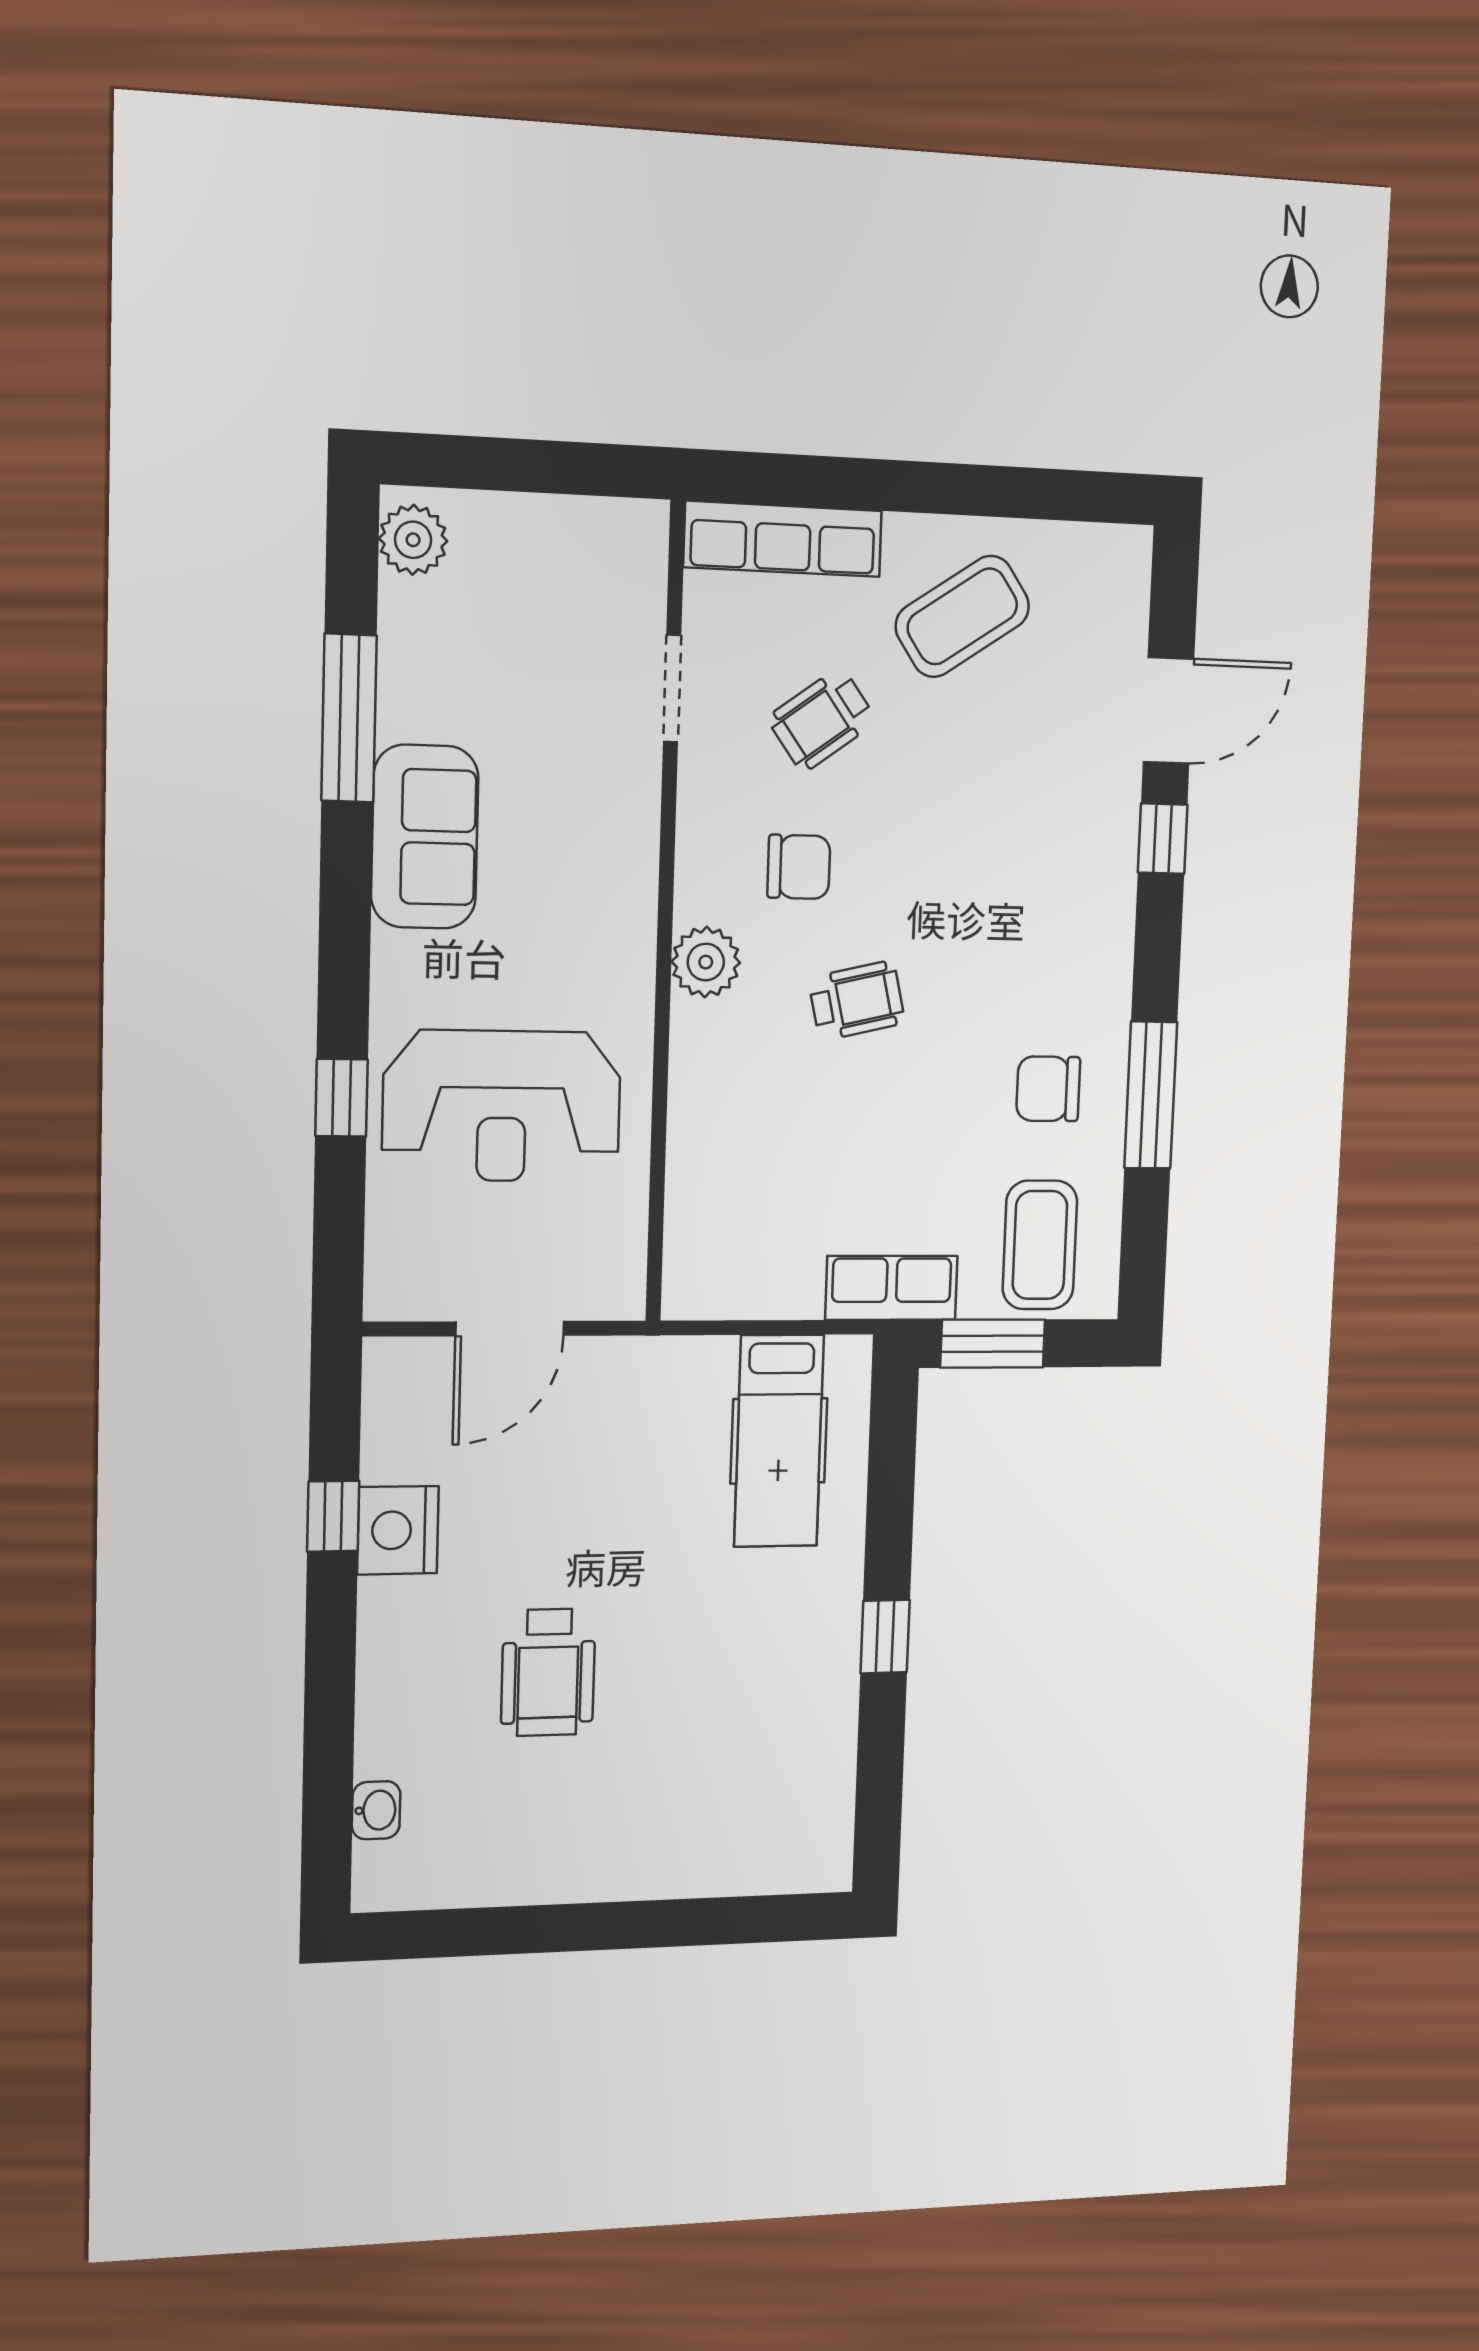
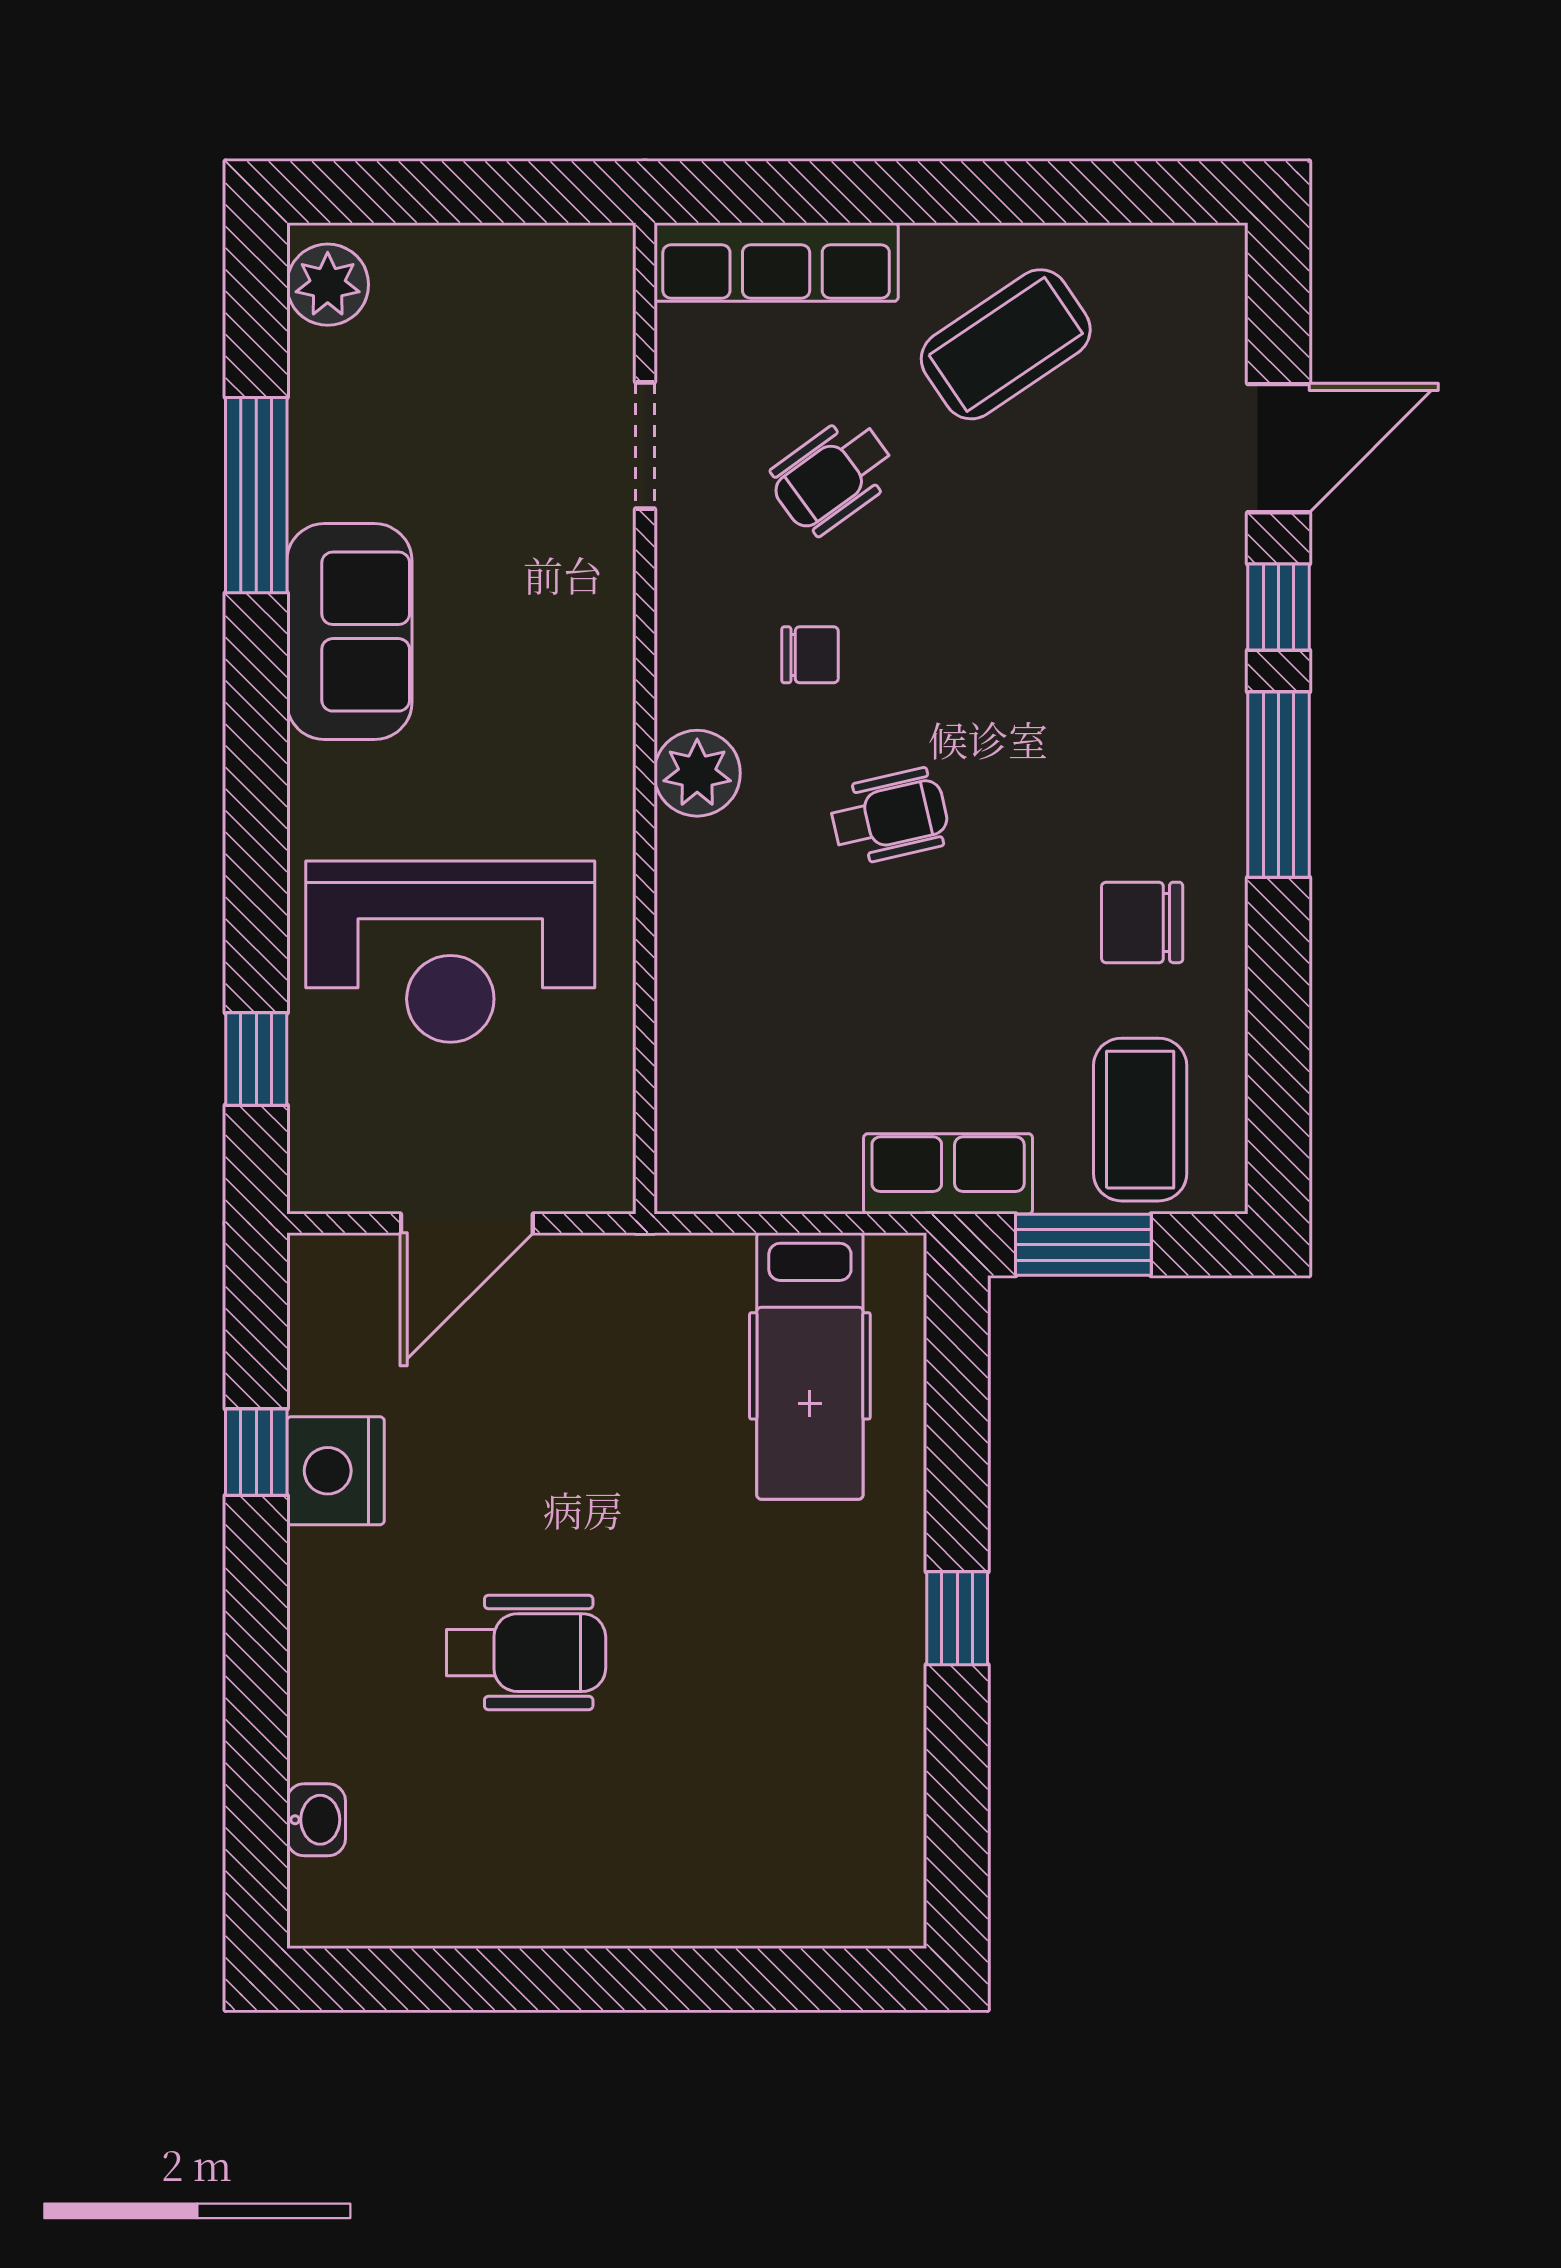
chair: (799, 867) -> (810, 655), width x0.73, depth x0.73
window: (1151, 1095) -> (1278, 785), moved
window: (341, 1098) -> (256, 1059), moved
wheelchair: (548, 1672) -> (526, 1653), turned -90

